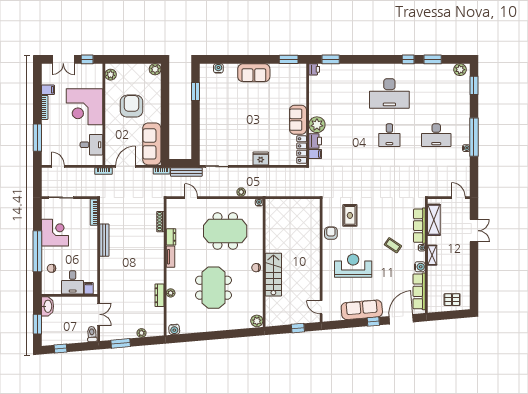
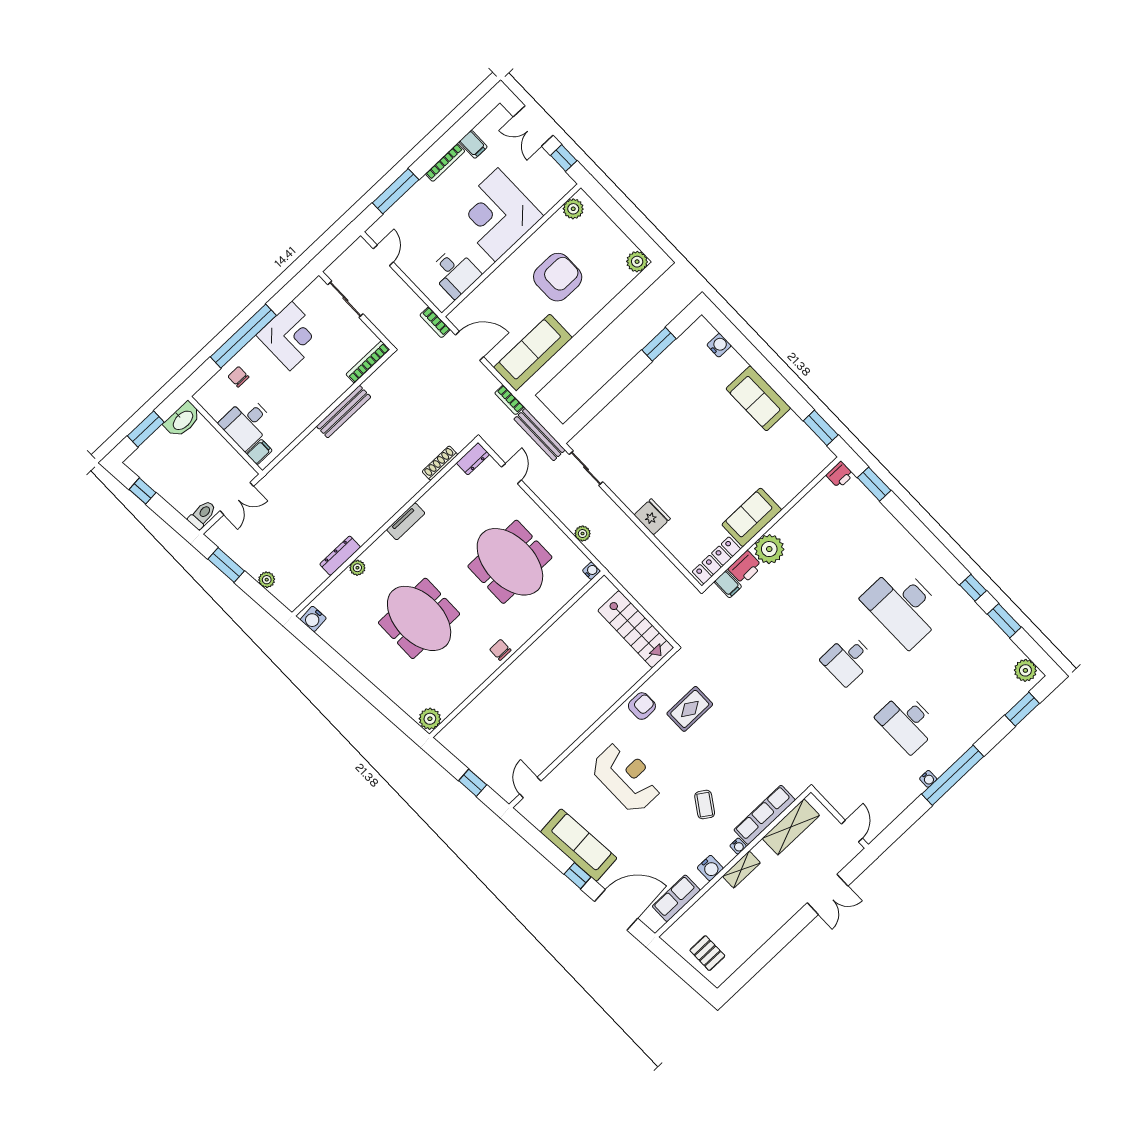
dresser: (171, 237) -> (473, 459), moved
stairs: (273, 275) -> (636, 629), moved, turned 90
meeting table: (213, 288) -> (419, 618), turned 90
row of seats: (419, 291) -> (676, 898), width x0.68

